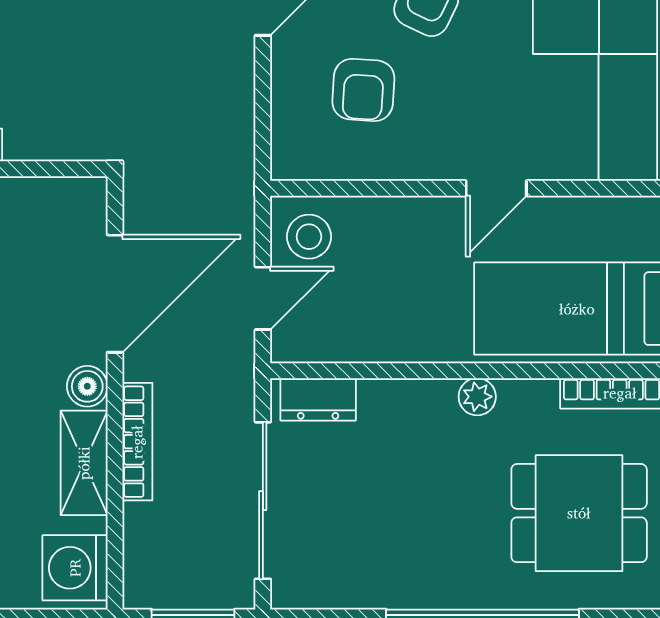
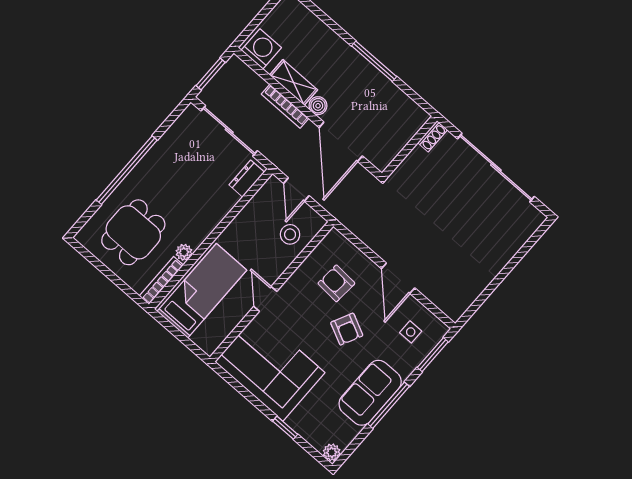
stool: (309, 237) -> (290, 234), moved
plant: (477, 397) -> (184, 252), moved

